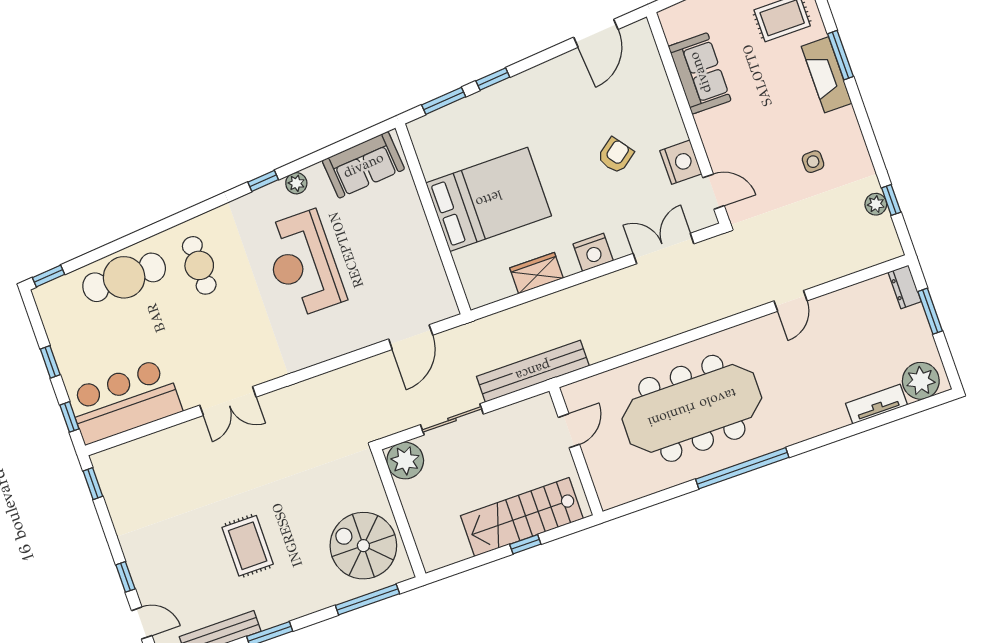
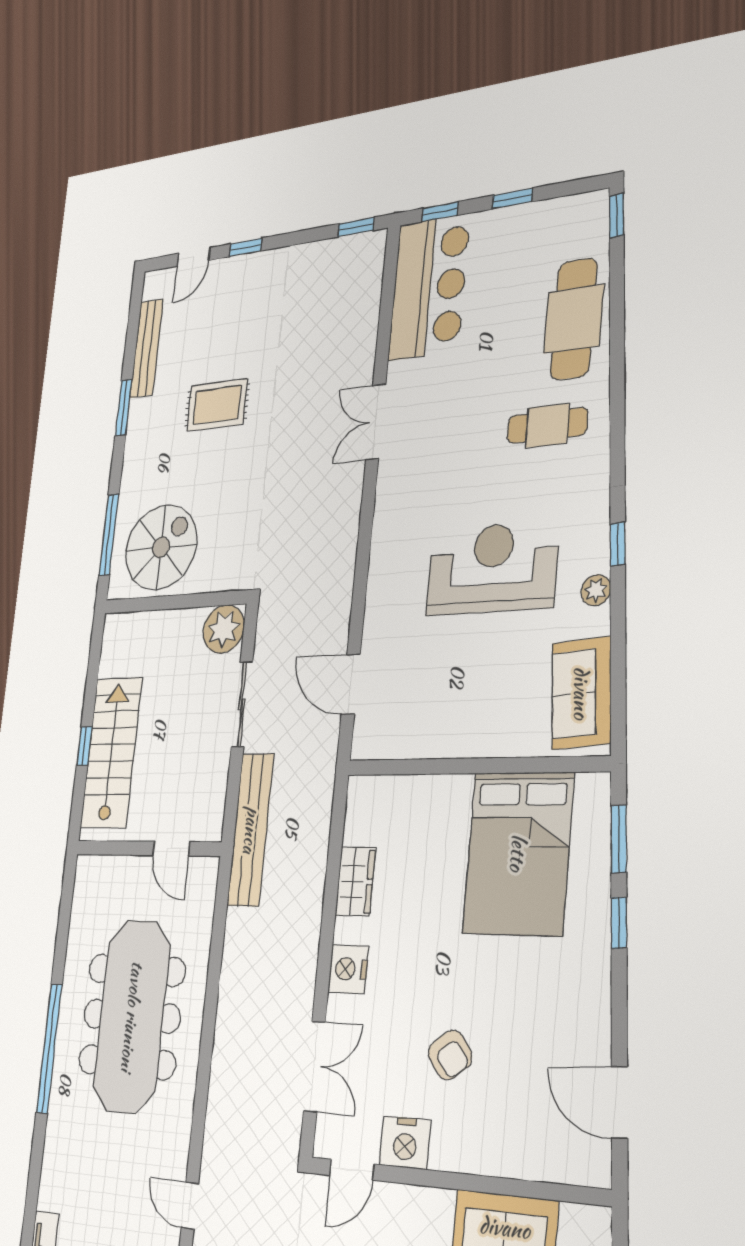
bed: (489, 199) -> (518, 853), moved

